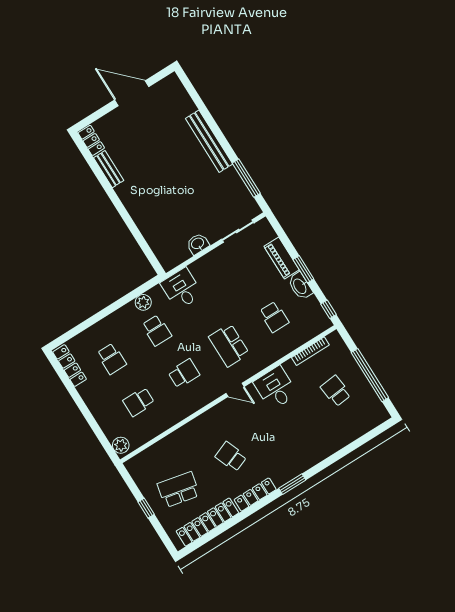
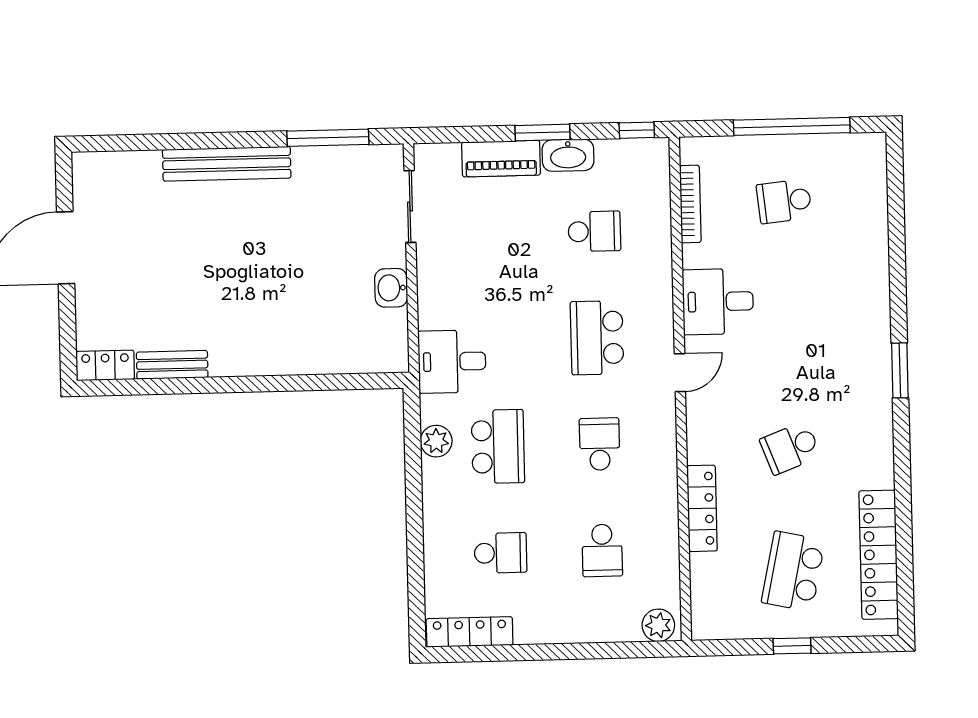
school desk: (157, 330) -> (498, 447), width x1.85
school desk: (229, 345) -> (597, 338), turned 90
locker: (255, 495) -> (702, 508), moved, turned 180

